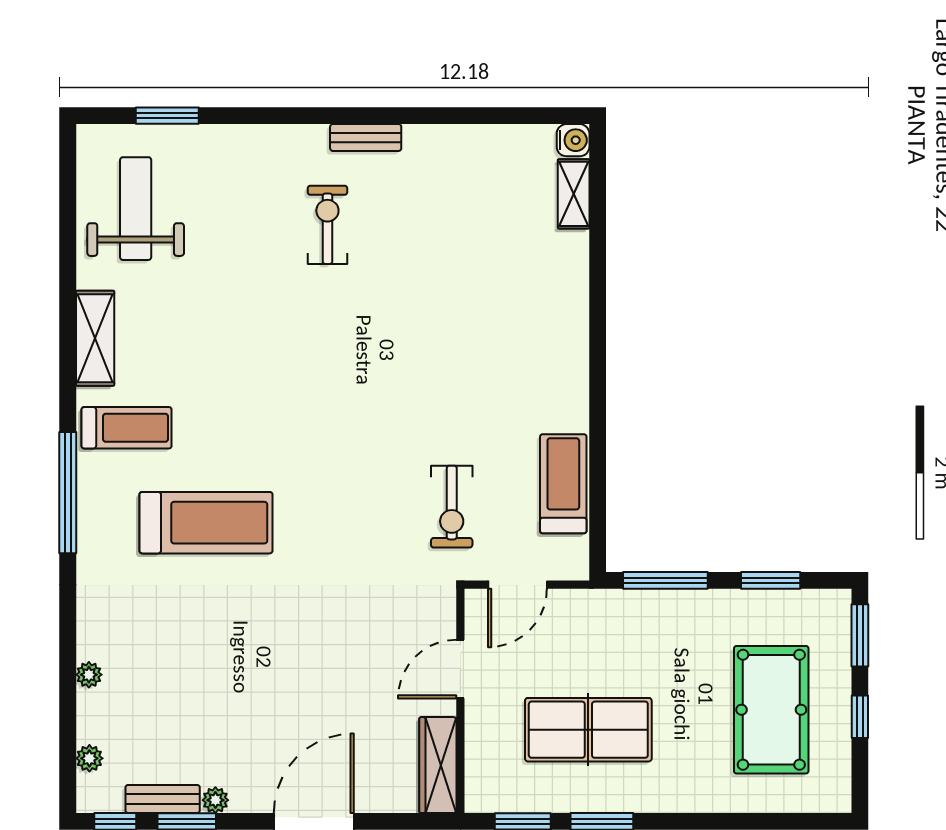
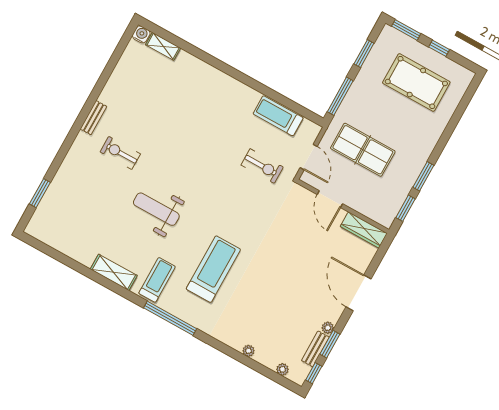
weight bench: (136, 209) -> (156, 209), moved
table tennis table: (588, 730) -> (363, 150), moved, turned 90

